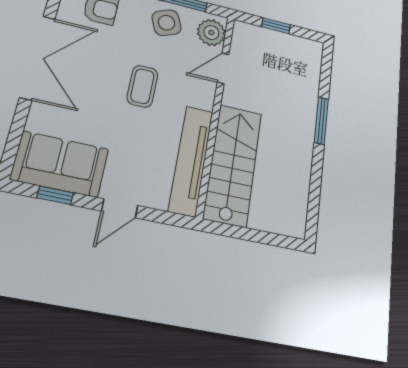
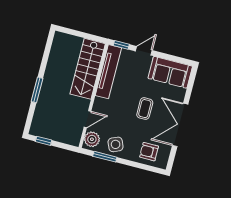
window: (276, 26) -> (44, 141), moved
coffee table: (142, 86) -> (145, 109), moved
window: (55, 195) -> (121, 45), moved

